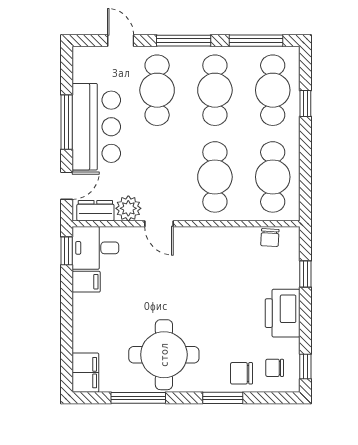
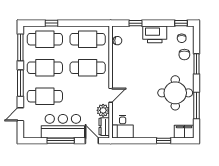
window: (67, 251) -> (164, 141), moved
filing cabinet: (86, 282) -> (139, 131), removed

